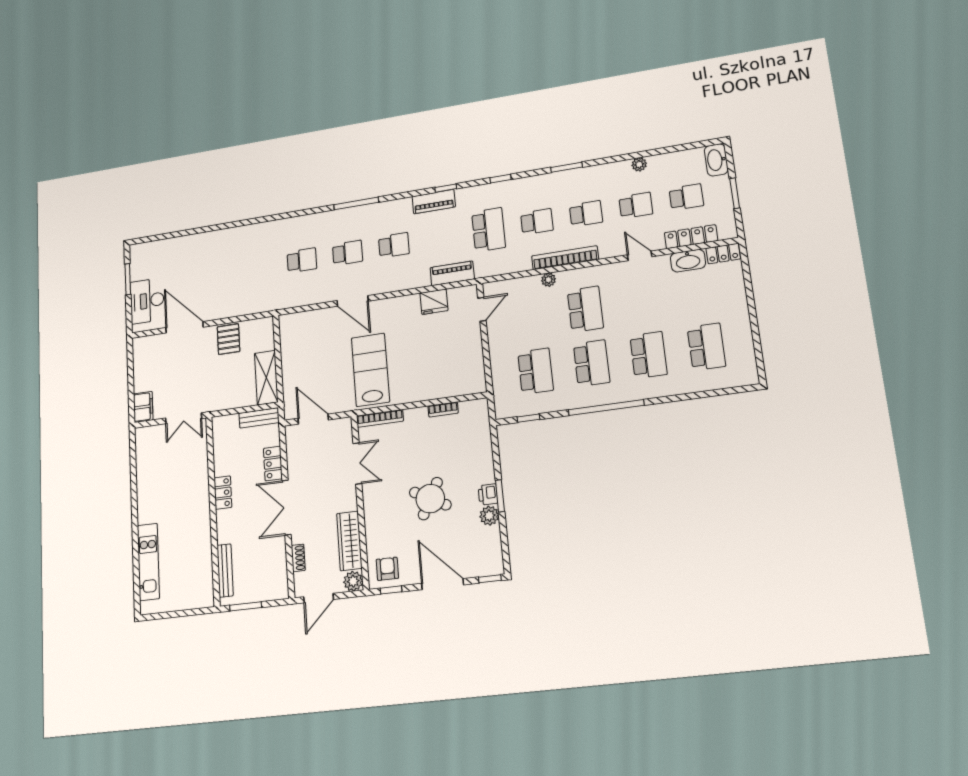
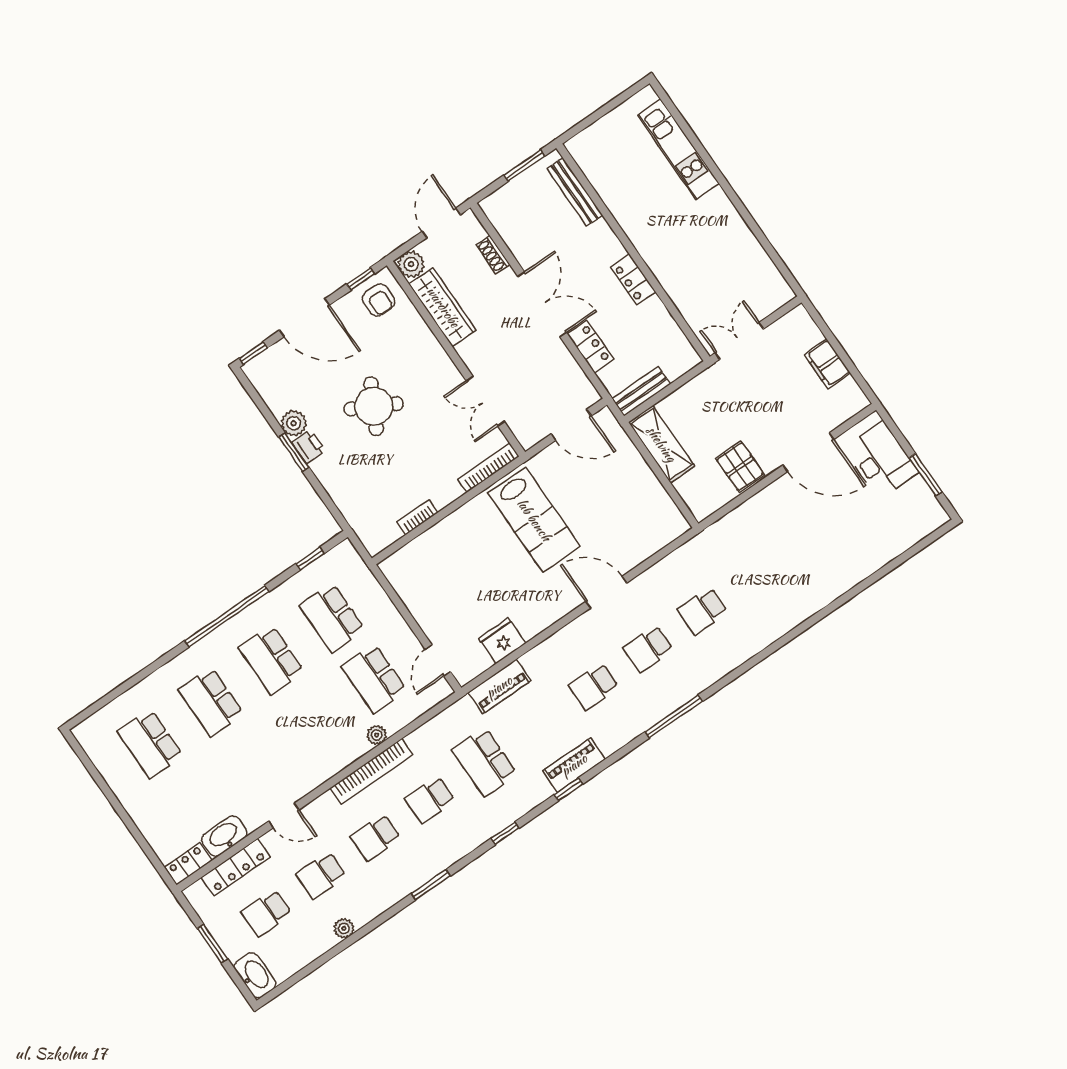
school desk: (585, 309) -> (374, 678), moved
filing cabinet: (143, 407) -> (827, 364), moved

